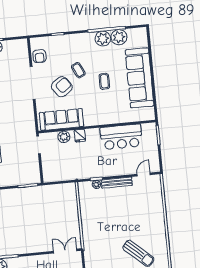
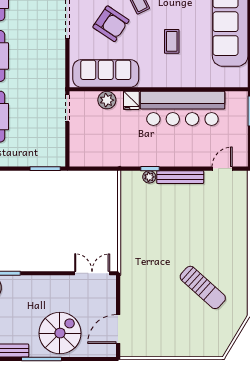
coffee table: (104, 81) -> (172, 41), moved
armchair: (62, 87) -> (111, 24), turned 70
bar counter: (121, 137) -> (182, 108), width x1.36

